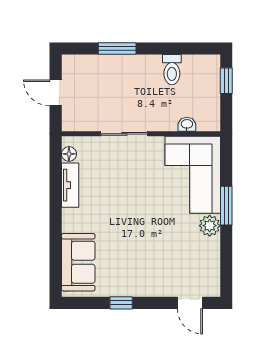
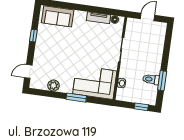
window: (117, 49) -> (162, 81), moved
plant: (210, 226) -> (53, 85), moved

